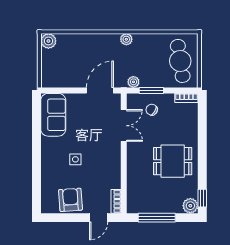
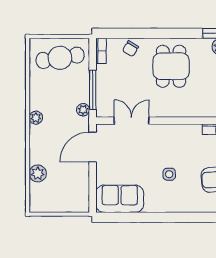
plant: (48, 41) -> (38, 173), moved
door: (100, 90) -> (93, 147), hinge flipped
window: (151, 90) -> (93, 90), width x1.44
chair: (152, 110) -> (131, 49), moved

